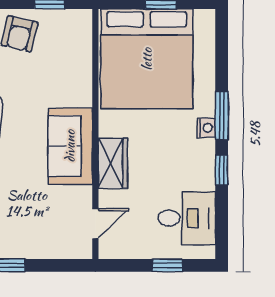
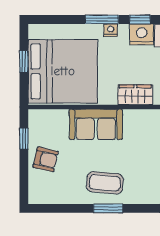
sofa: (70, 146) -> (96, 124), moved
nightstand: (200, 172) -> (142, 34), added

